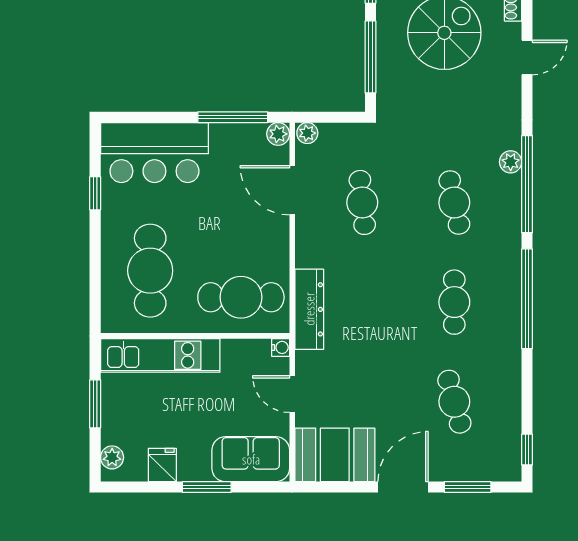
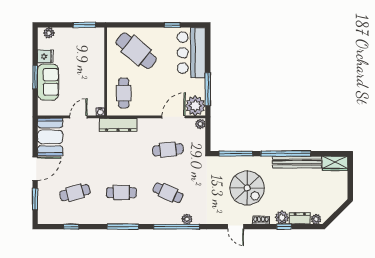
plant: (278, 134) -> (195, 106), width x1.87, depth x1.87
cafe table: (454, 202) -> (168, 193), turned 36
cafe table: (150, 271) -> (136, 51), turned 39
cafe table: (241, 297) -> (124, 93), width x0.73, depth x0.74
window: (527, 299) -> (123, 227), width x0.68
kitchen unit: (160, 355) -> (97, 55), removed
window: (95, 404) -> (84, 25), moved
window: (527, 449) -> (71, 227), moved
sofa: (251, 459) -> (48, 82), moved
door: (403, 487) -> (35, 169), hinge flipped

